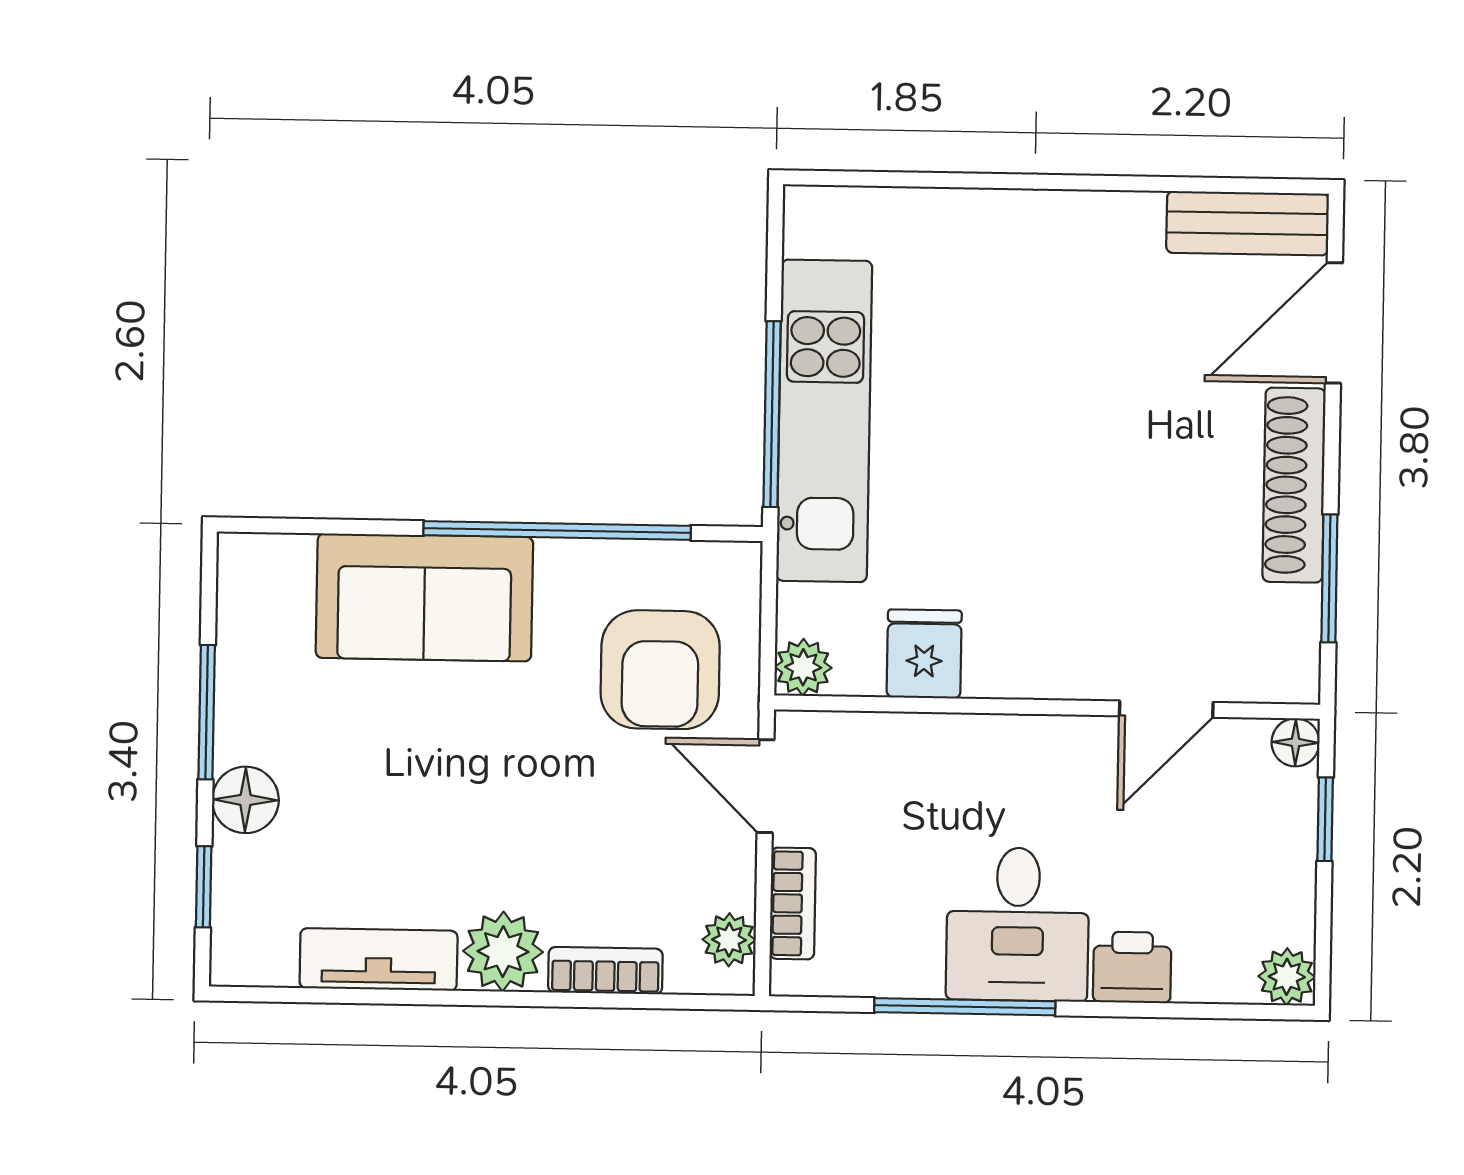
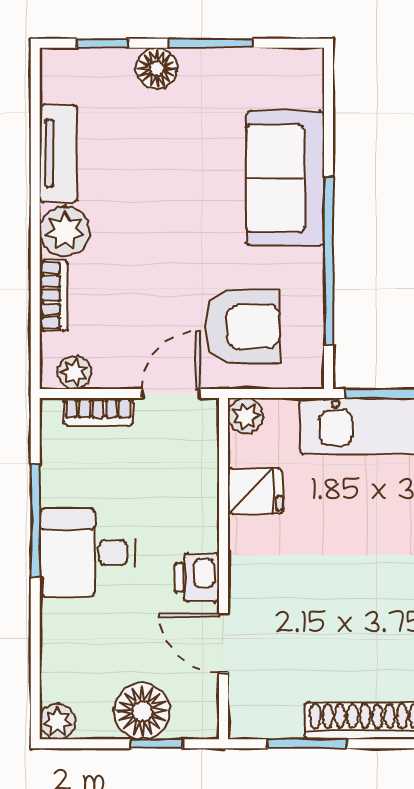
armchair: (660, 670) -> (243, 326), turned 180
floor lamp: (1296, 742) -> (142, 711), moved, width x1.89, depth x1.89
printer: (1132, 967) -> (197, 577), moved, turned 180

